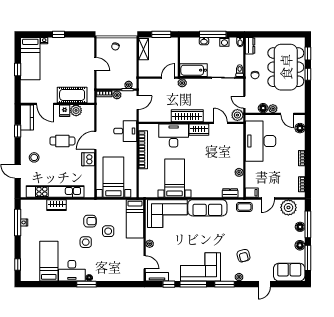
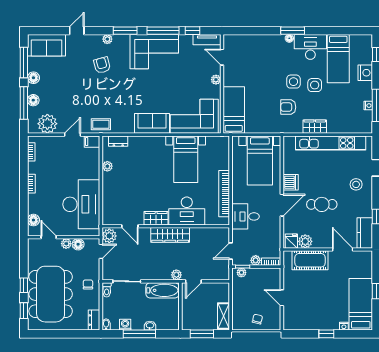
door: (244, 102) -> (101, 251), hinge flipped
fridge: (65, 111) -> (291, 241), moved
wardrobe: (57, 205) -> (315, 127), moved
sofa: (207, 208) -> (152, 123), width x0.73
side table: (108, 231) -> (315, 85), moved
nightstand: (27, 249) -> (365, 73), added

